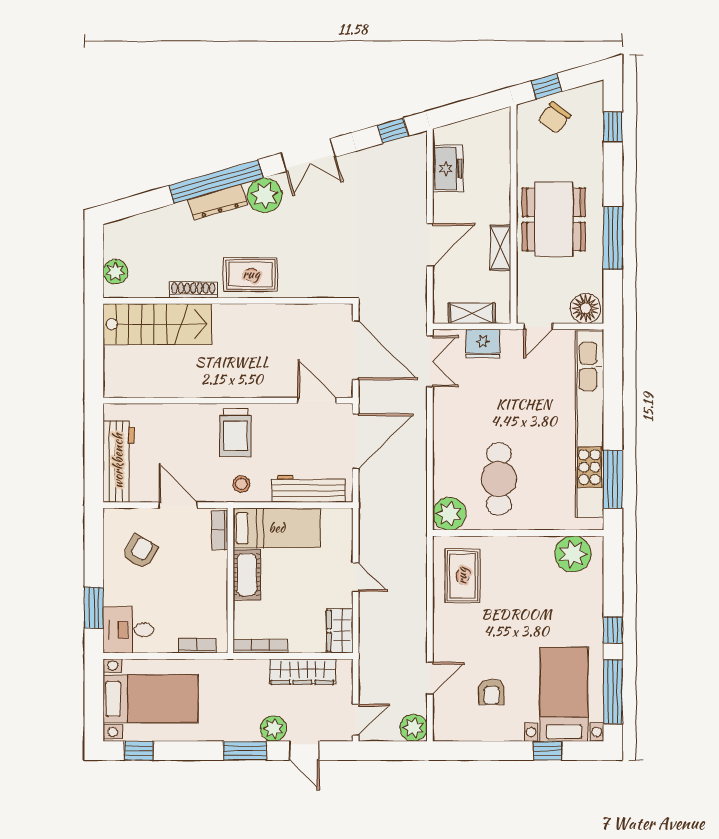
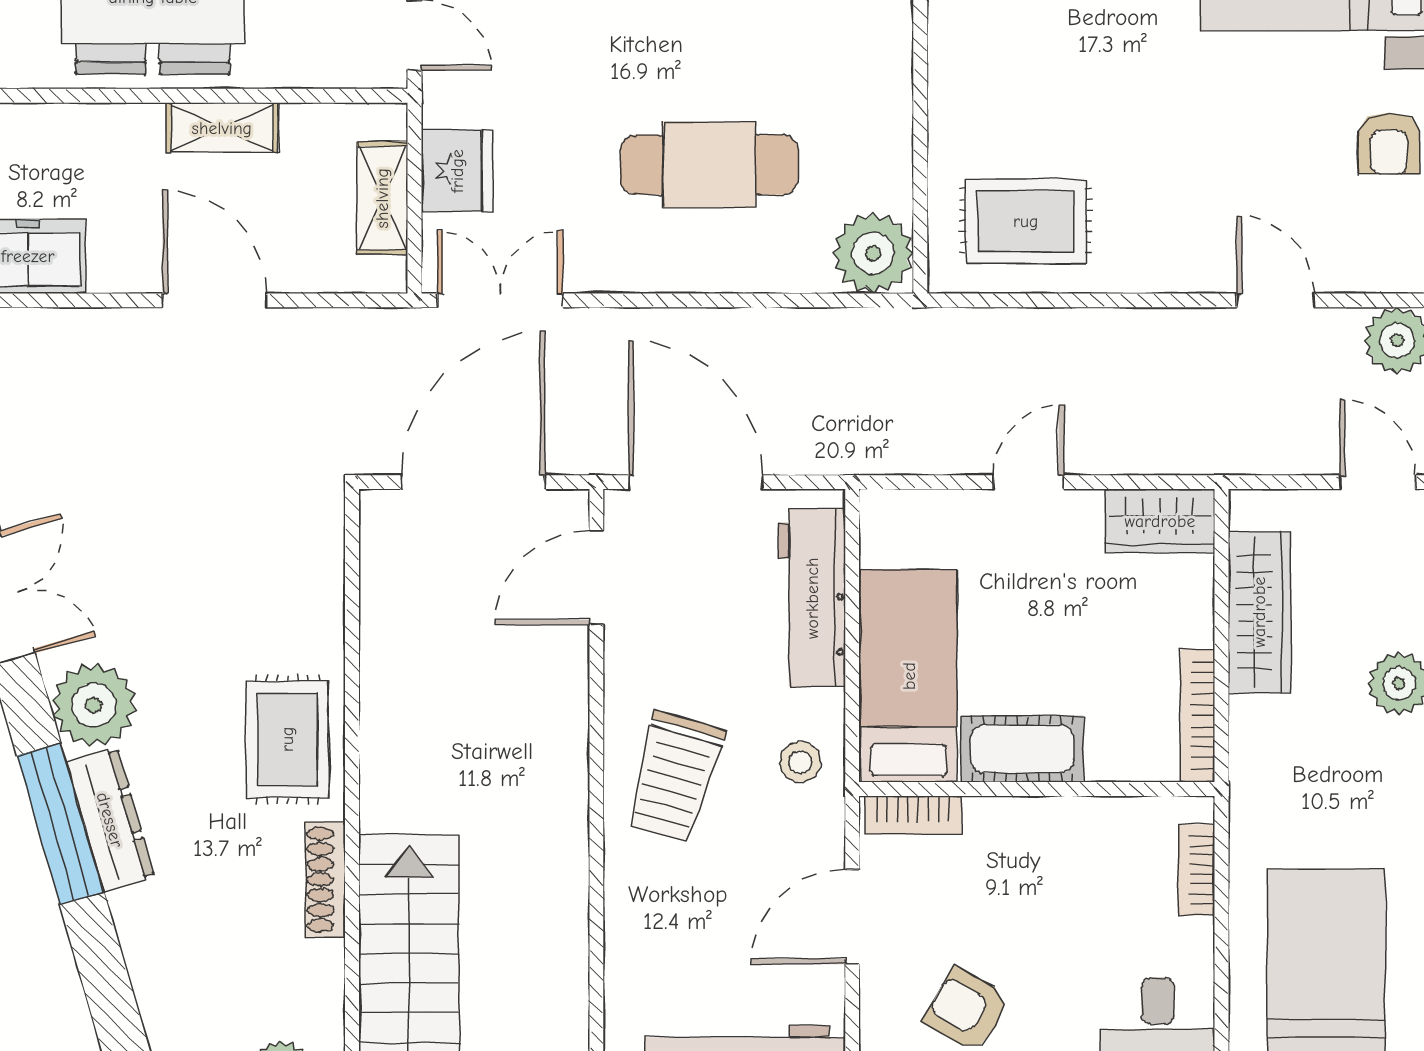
window: (216, 182) -> (60, 824), width x0.68
trolley: (235, 433) -> (675, 777), turned 106
cafe table: (499, 479) -> (709, 165), moved
armchair: (492, 692) -> (1389, 143), moved, turned 90

